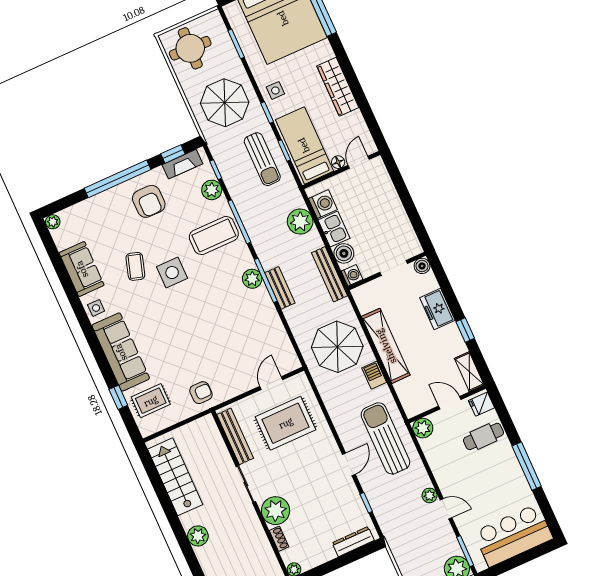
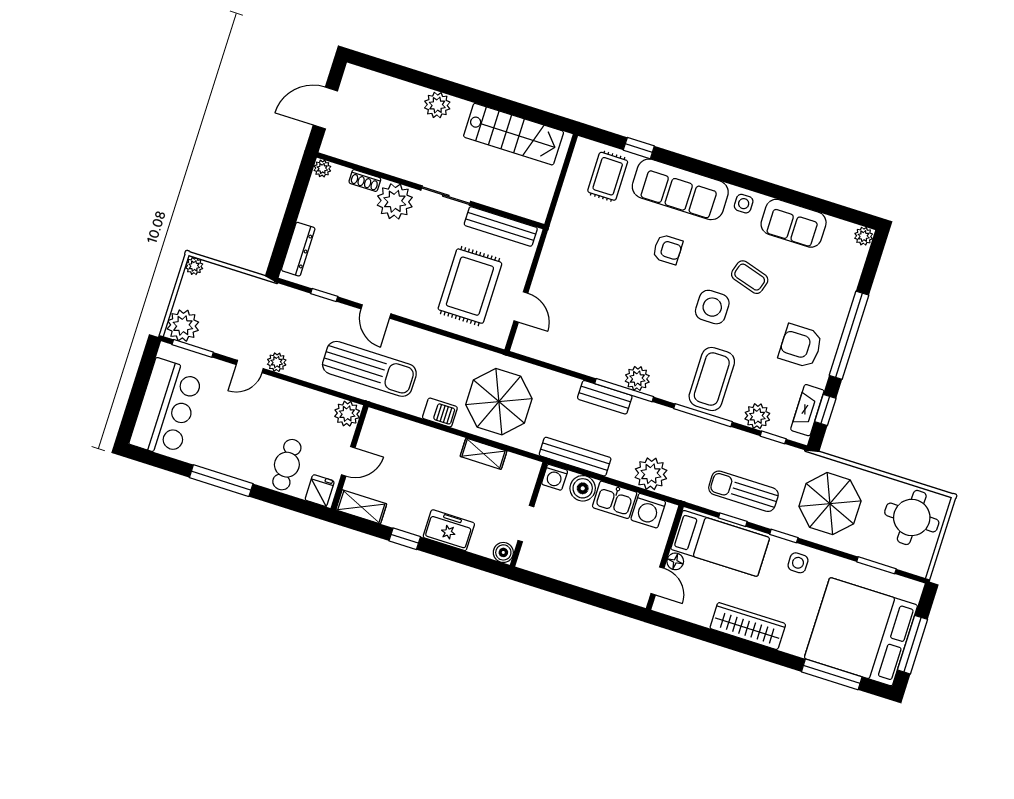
shelving: (386, 346) -> (484, 454), width x0.45, depth x0.75
armchair: (201, 393) -> (668, 249), moved, turned -90

